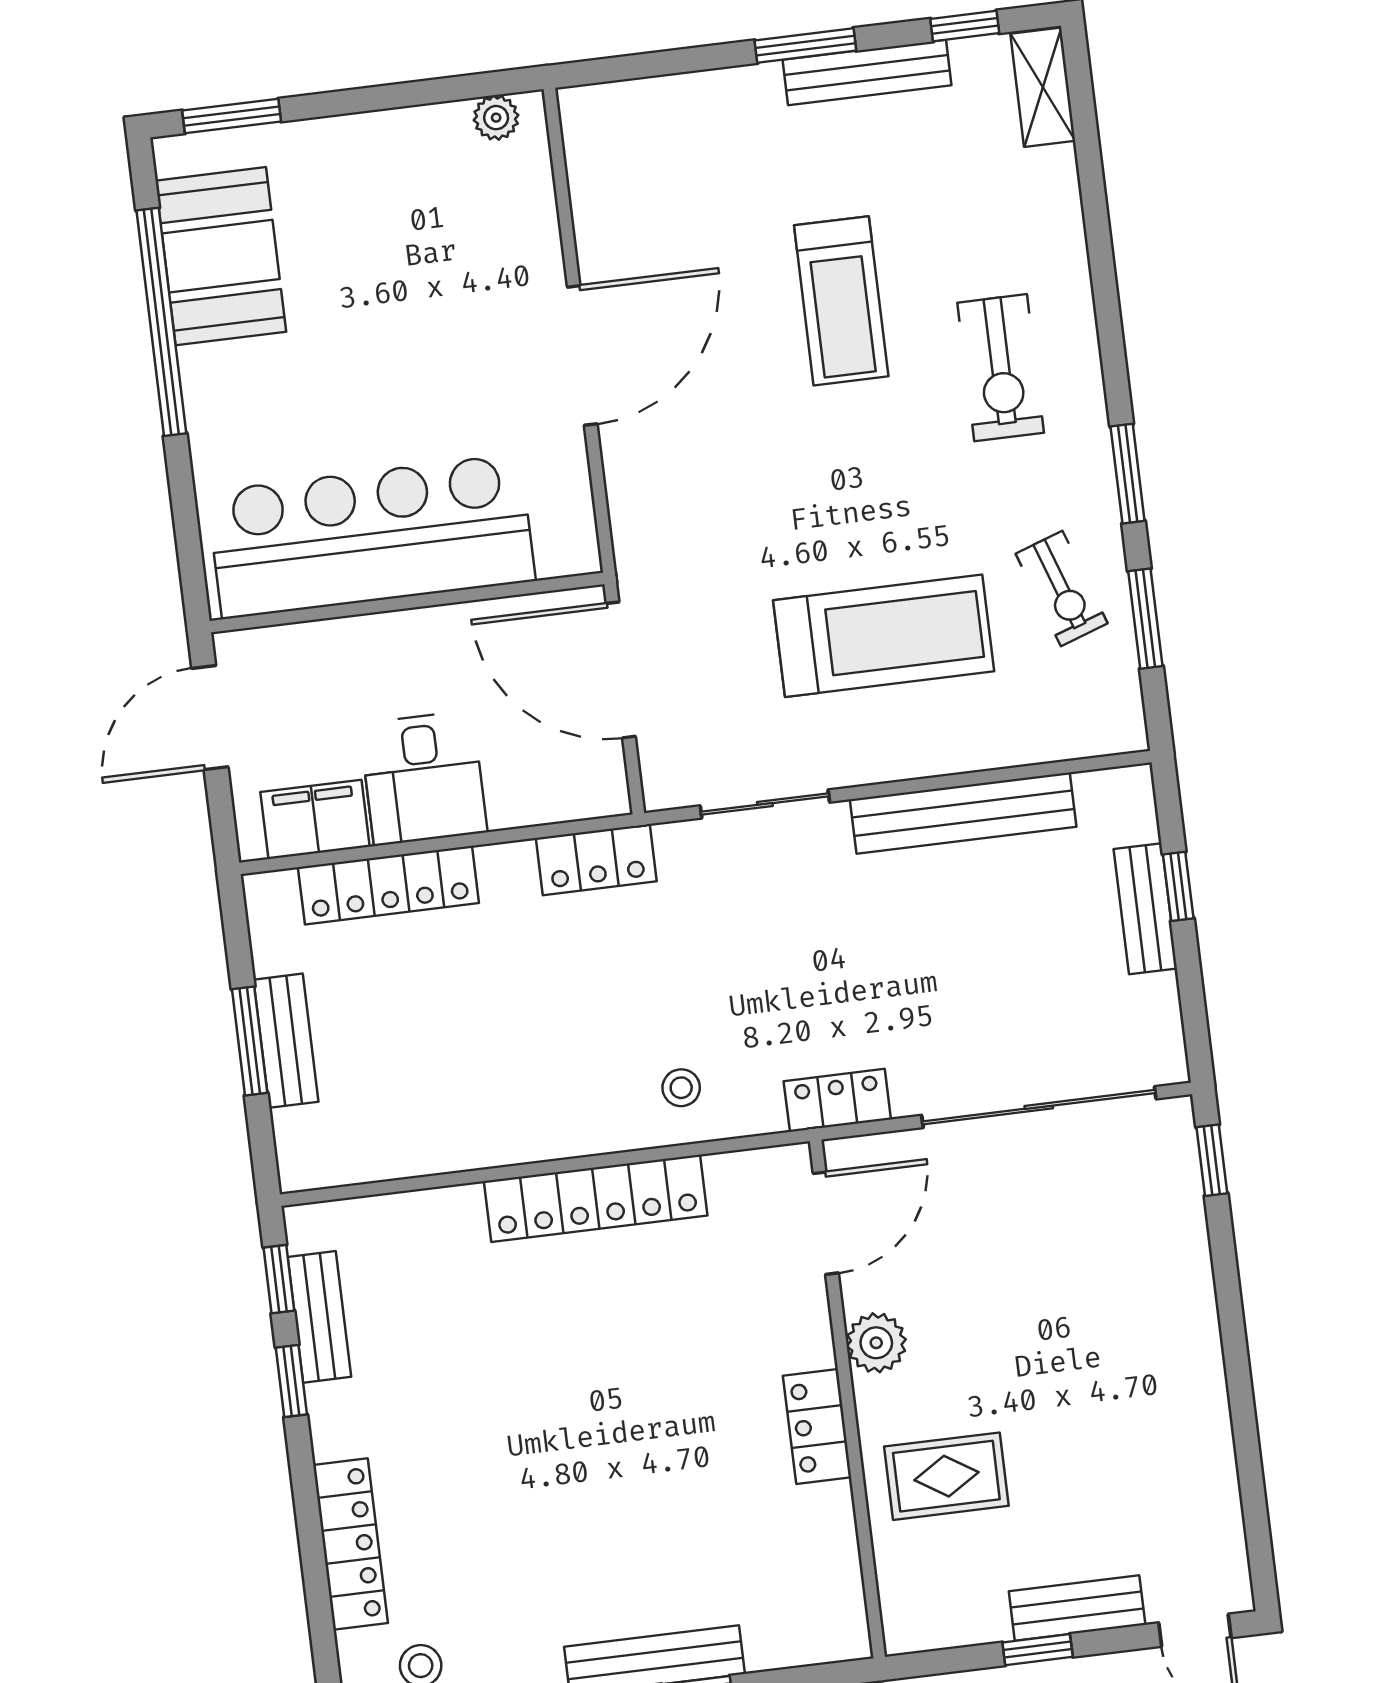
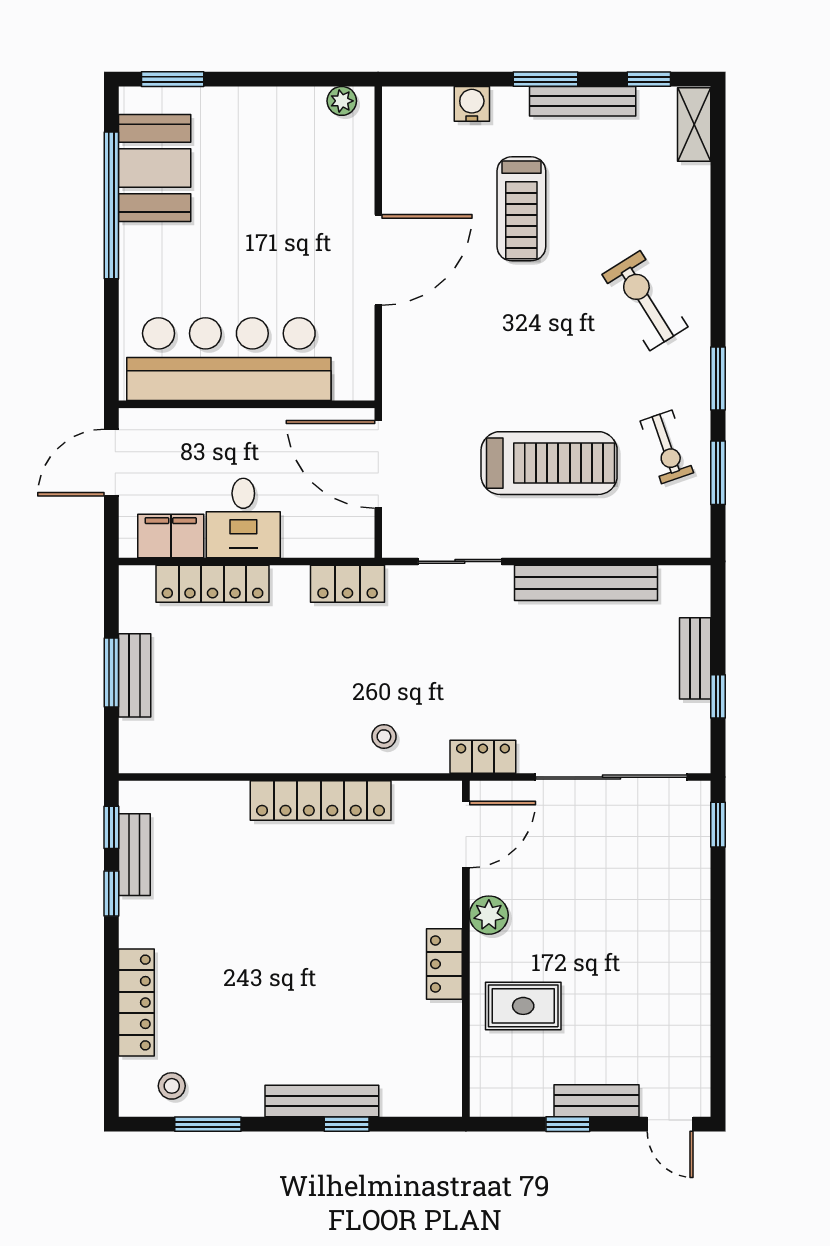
water cooler: (697, 98) -> (472, 104), added
treadmill: (841, 301) -> (521, 209), moved
exercise bike: (1001, 368) -> (645, 301), turned 148
window: (1178, 886) -> (718, 696), moved

